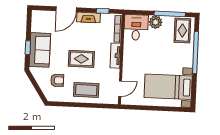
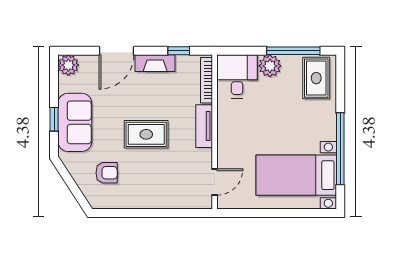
plant: (38, 16) -> (68, 65), added
window: (195, 52) -> (340, 149), moved
coffee table: (86, 90) -> (157, 187), removed

